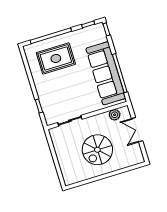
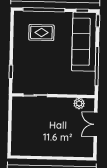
rug: (56, 58) -> (41, 33), width x0.73, depth x0.70
sofa: (106, 73) -> (84, 42), moved
spiral stairs: (97, 150) -> (52, 131), removed

